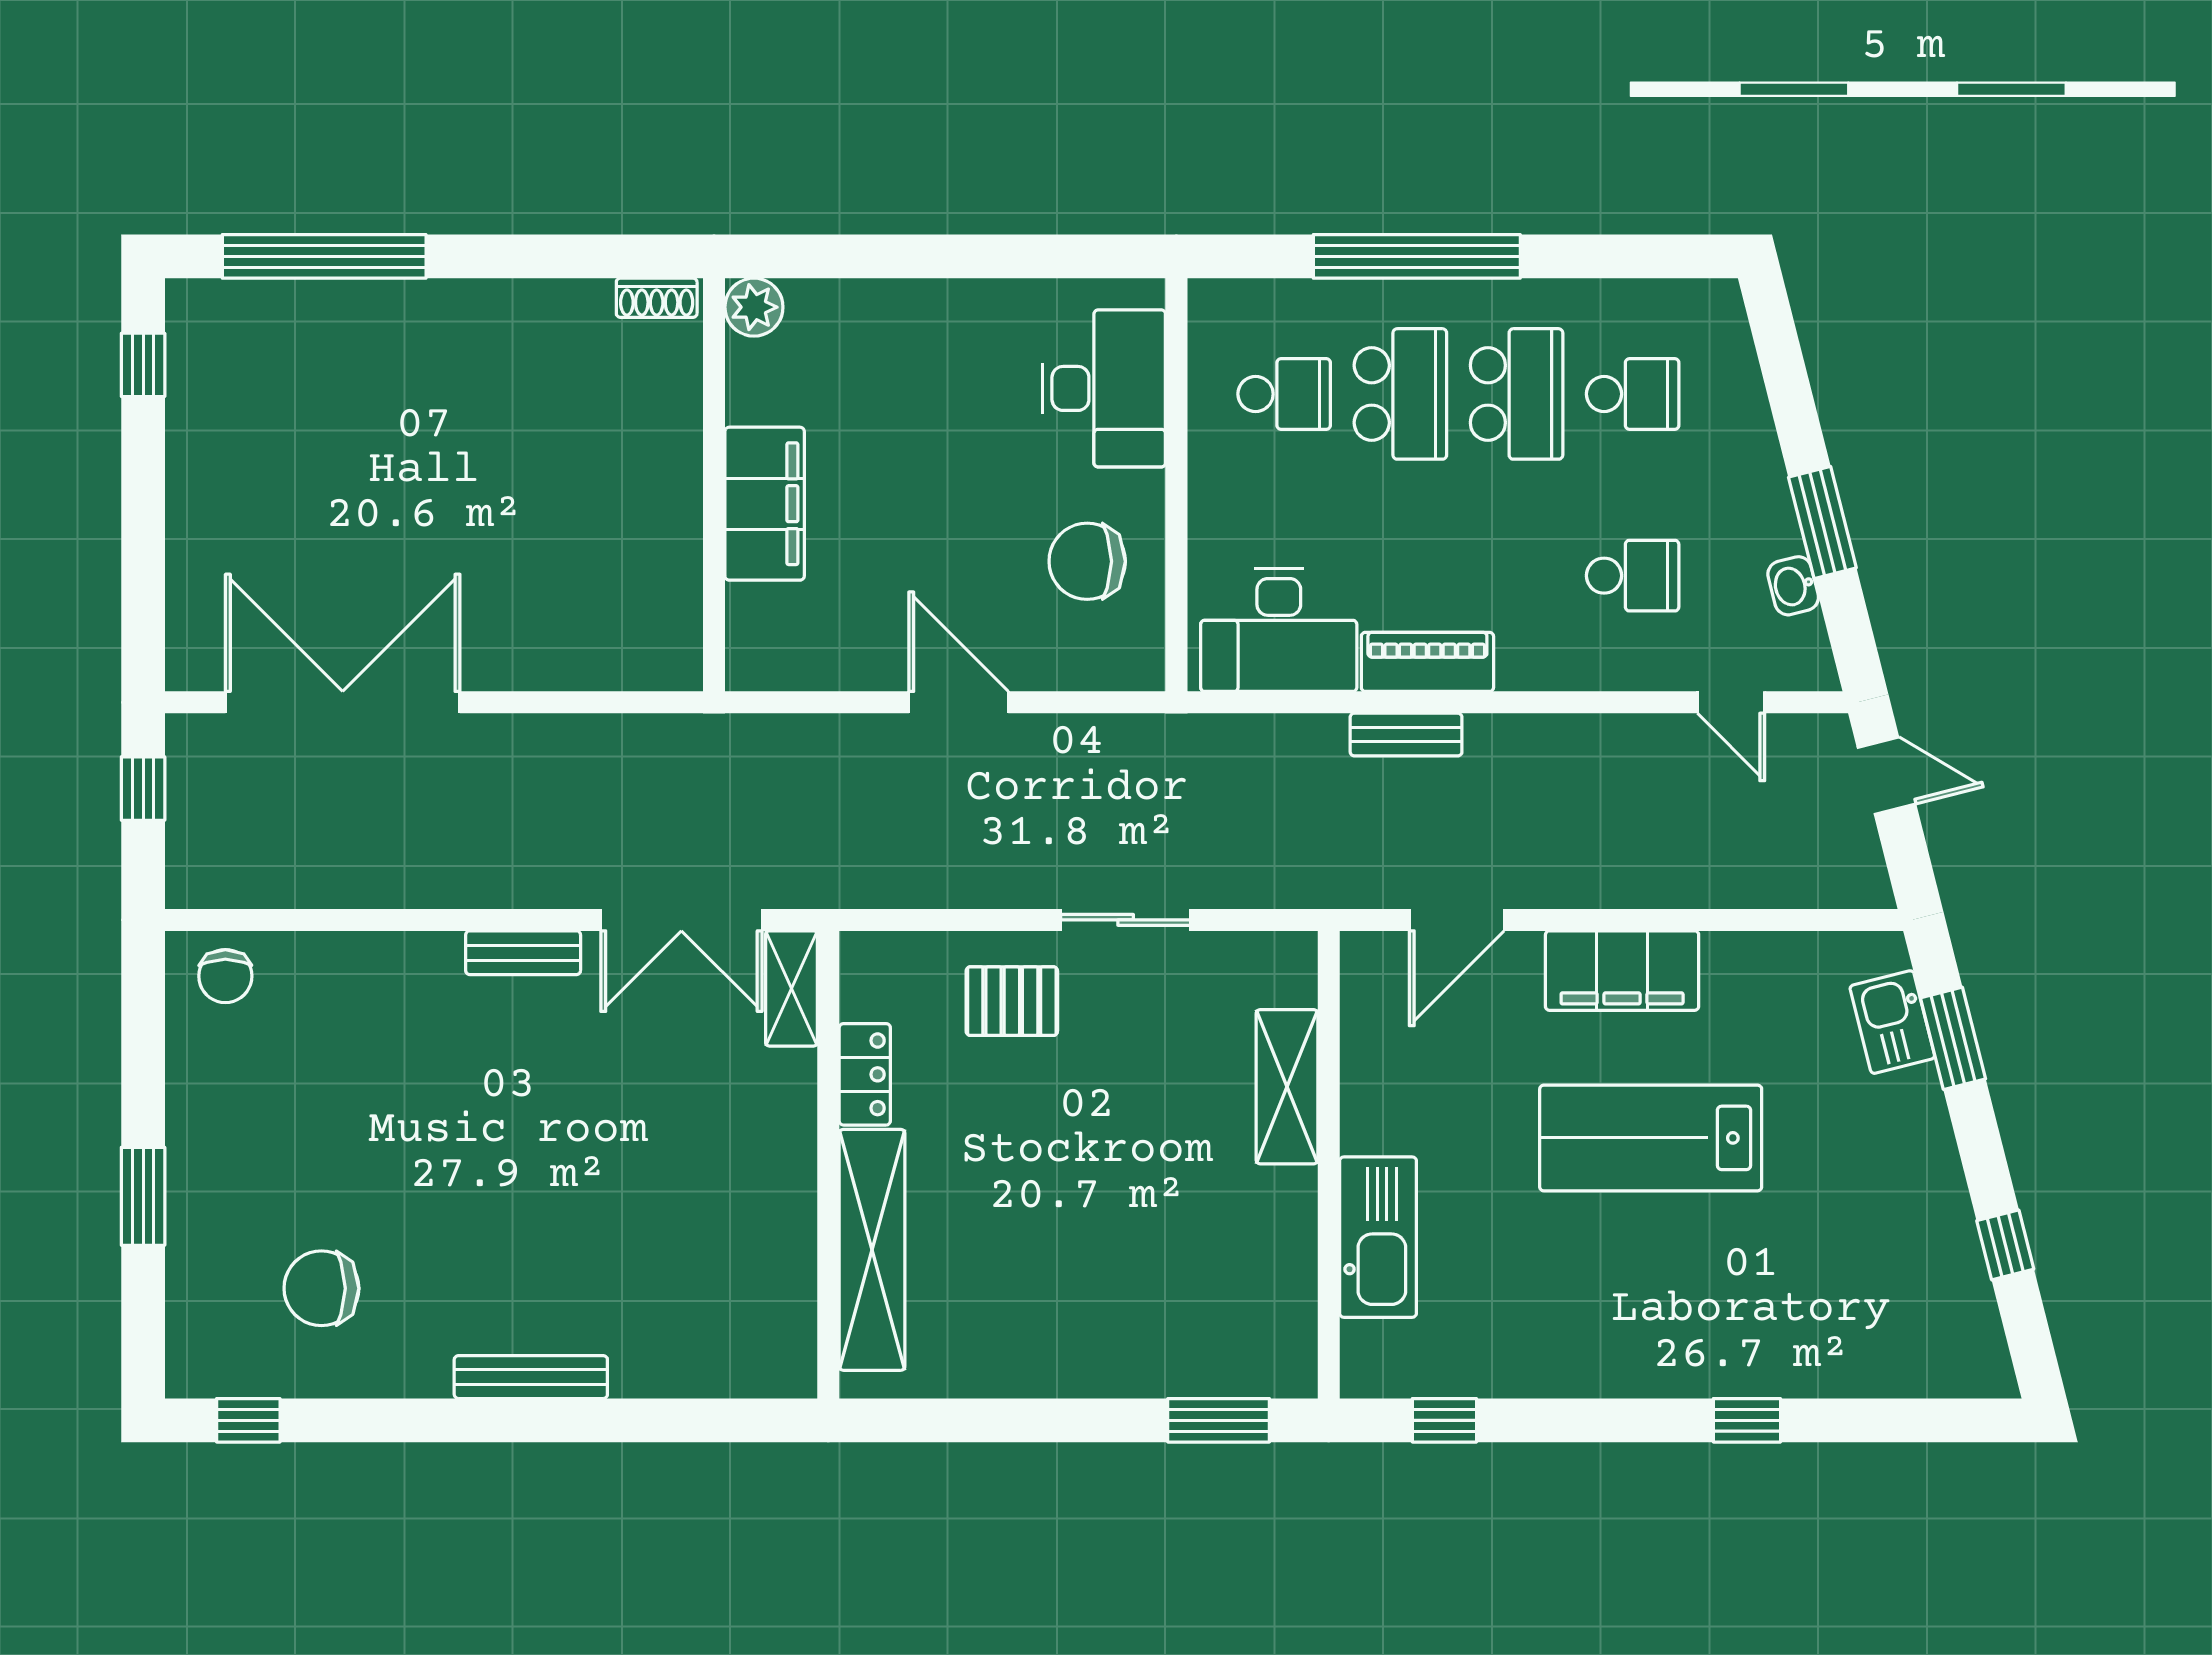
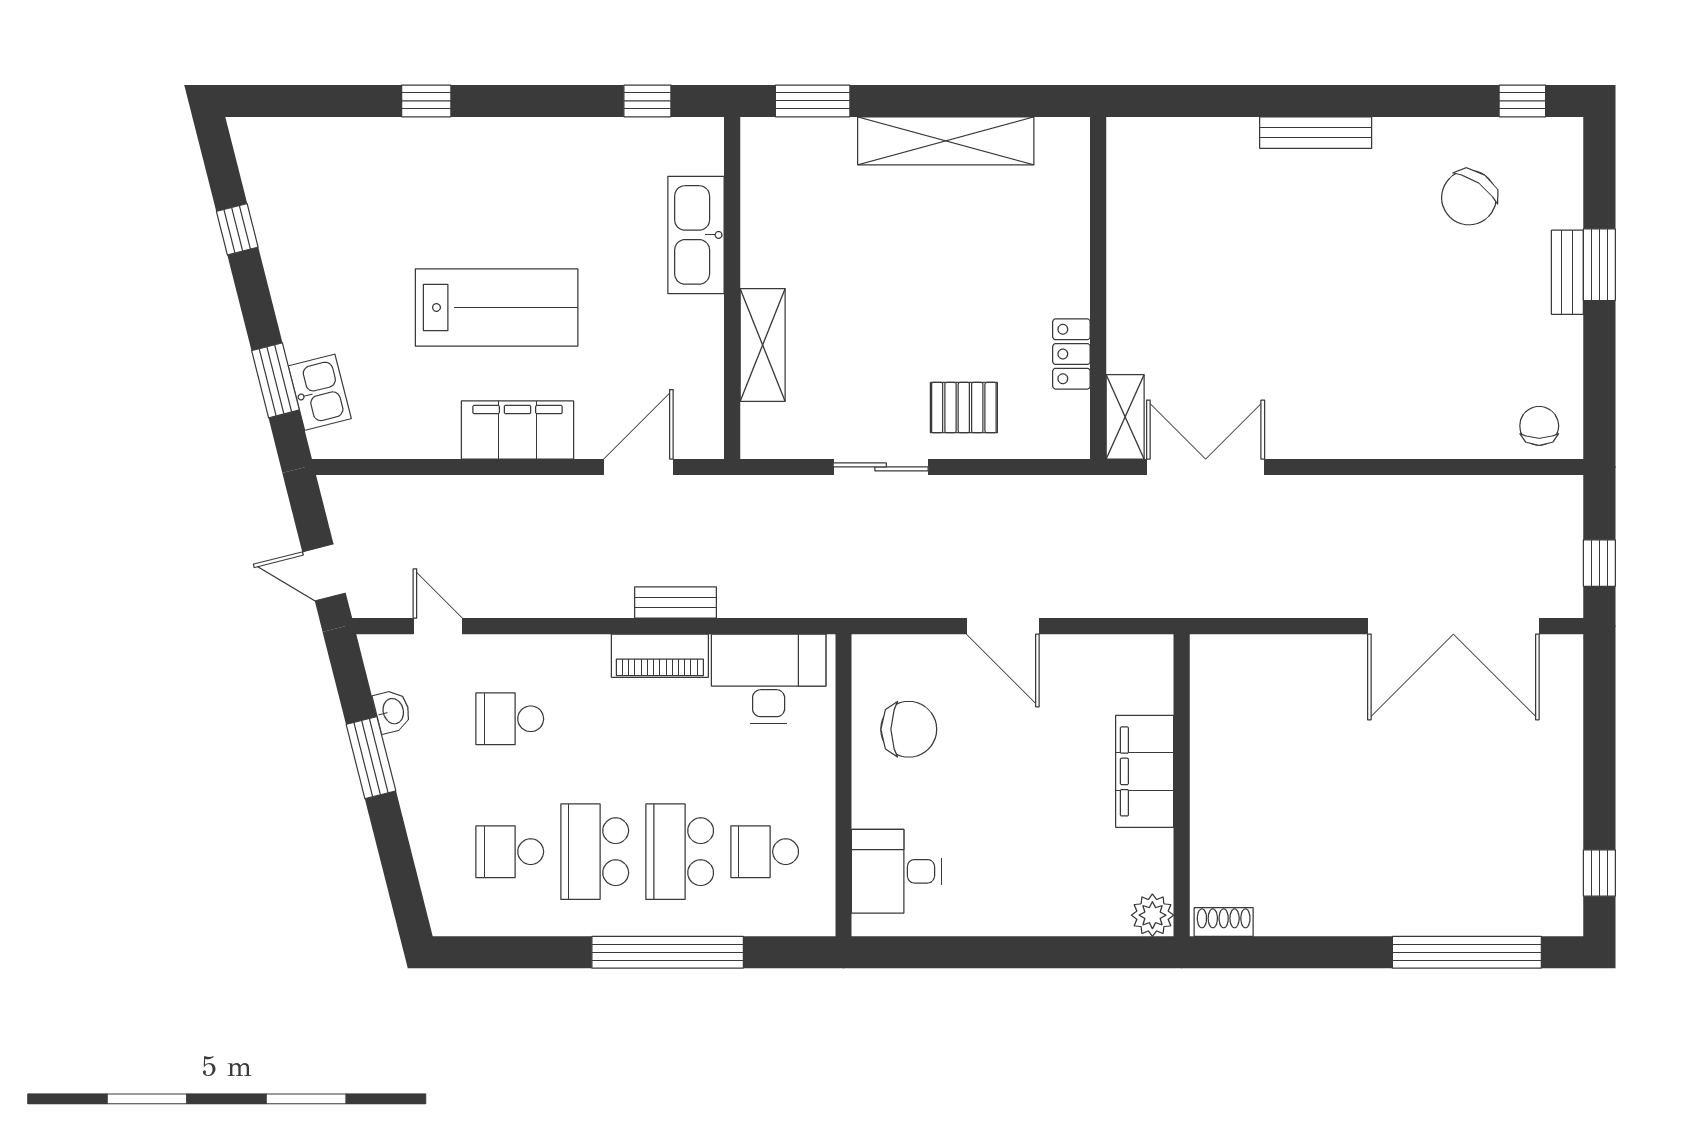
desk: (1104, 388) -> (897, 871), width x0.73
bench: (523, 953) -> (1567, 272), moved, turned 90
shelving: (872, 1250) -> (946, 141), moved, turned 90
chair: (321, 1288) -> (1469, 198), turned 125

